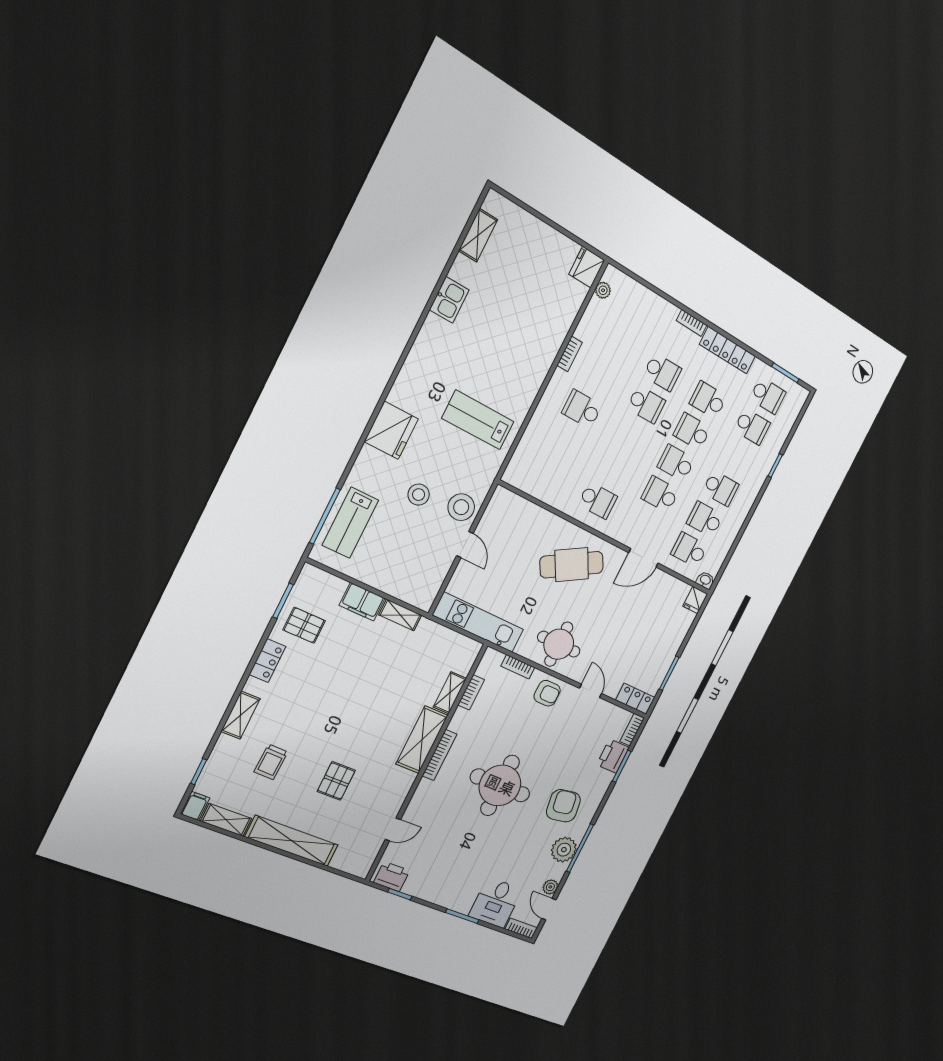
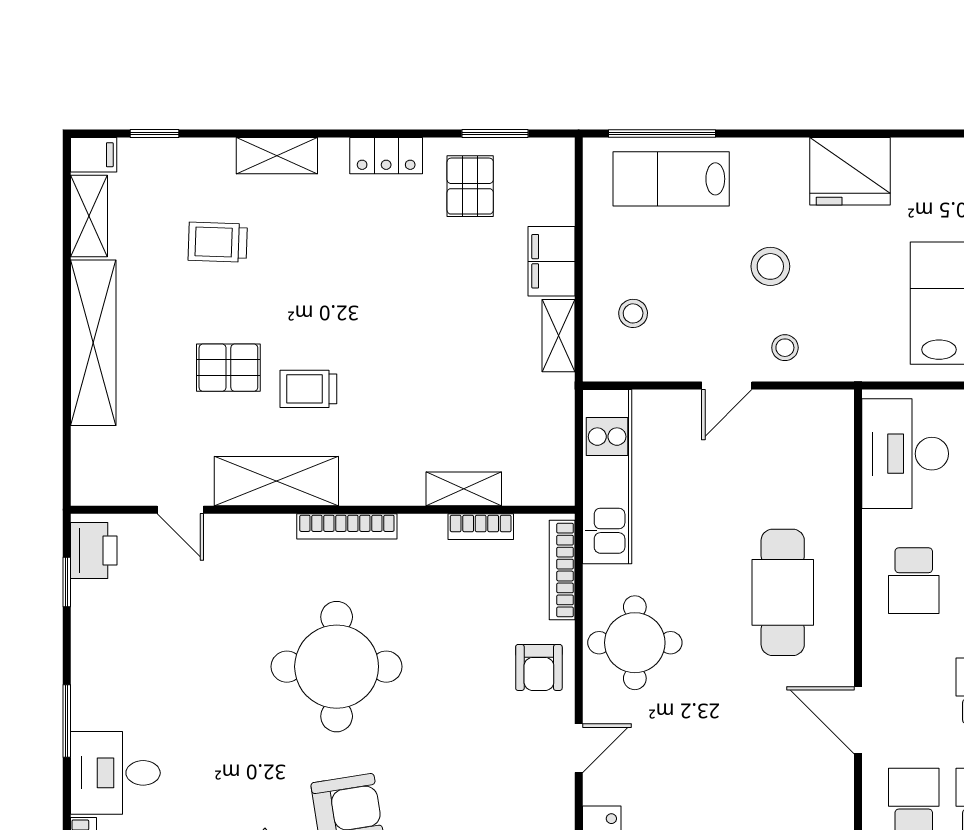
desk: (539, 474) -> (905, 454), added
stool: (461, 507) -> (785, 348), width x0.53, depth x0.53
cafe table: (572, 565) -> (783, 592), turned 30
stool: (408, 574) -> (633, 313), added
bookcase: (518, 667) -> (562, 570), width x1.56
shelving: (422, 740) -> (276, 481), moved
trolley: (366, 747) -> (308, 389), added

